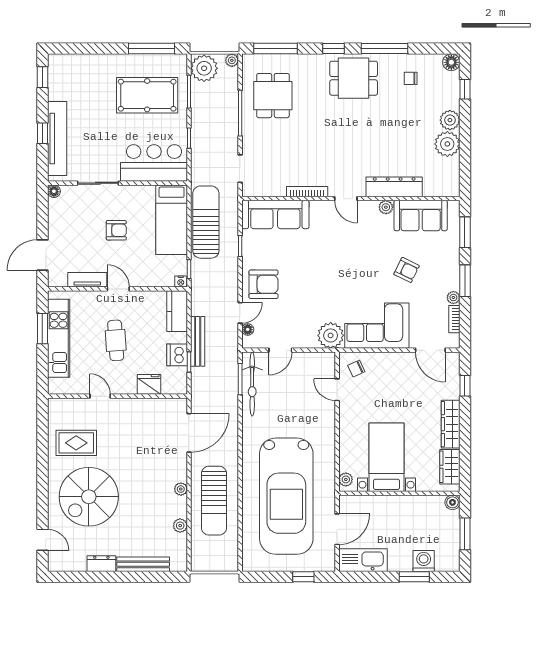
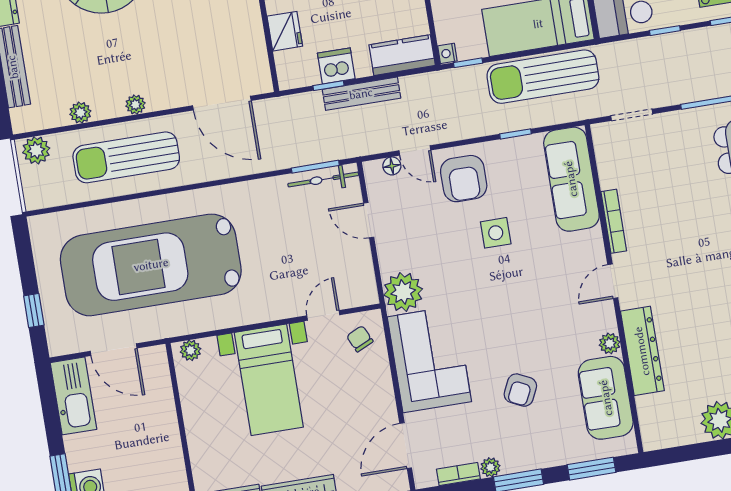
sun lounger: (206, 222) -> (543, 77), turned 180
side table: (302, 269) -> (496, 233), added
bicycle: (252, 384) -> (323, 180), width x0.73, depth x0.71
bed with nightstands: (386, 457) -> (269, 380), moved, turned 90
plant: (200, 558) -> (36, 150), added

